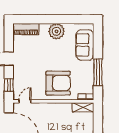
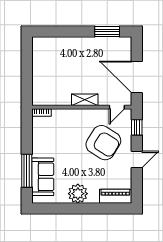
window: (98, 72) -> (27, 171), moved
armchair: (58, 83) -> (103, 143), moved, turned -148
shelving: (83, 107) -> (85, 100), moved

